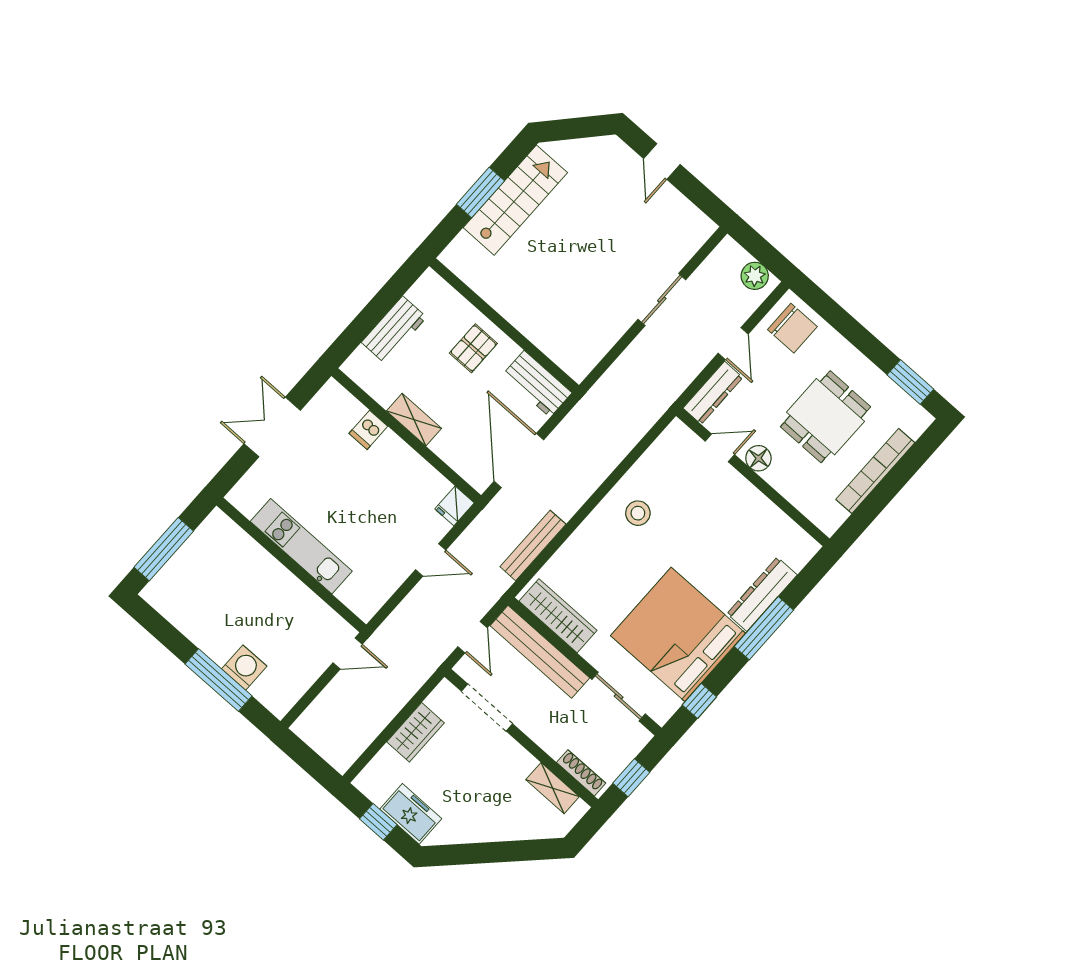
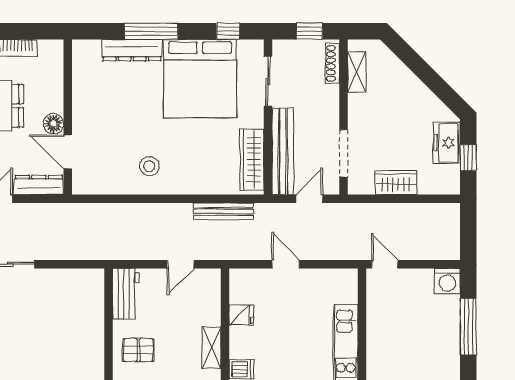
door: (720, 448) -> (68, 152), width x1.38
door: (519, 461) -> (181, 264), width x0.53
fridge: (454, 506) -> (241, 315), moved
washing machine: (244, 668) -> (447, 281), moved, turned -90

